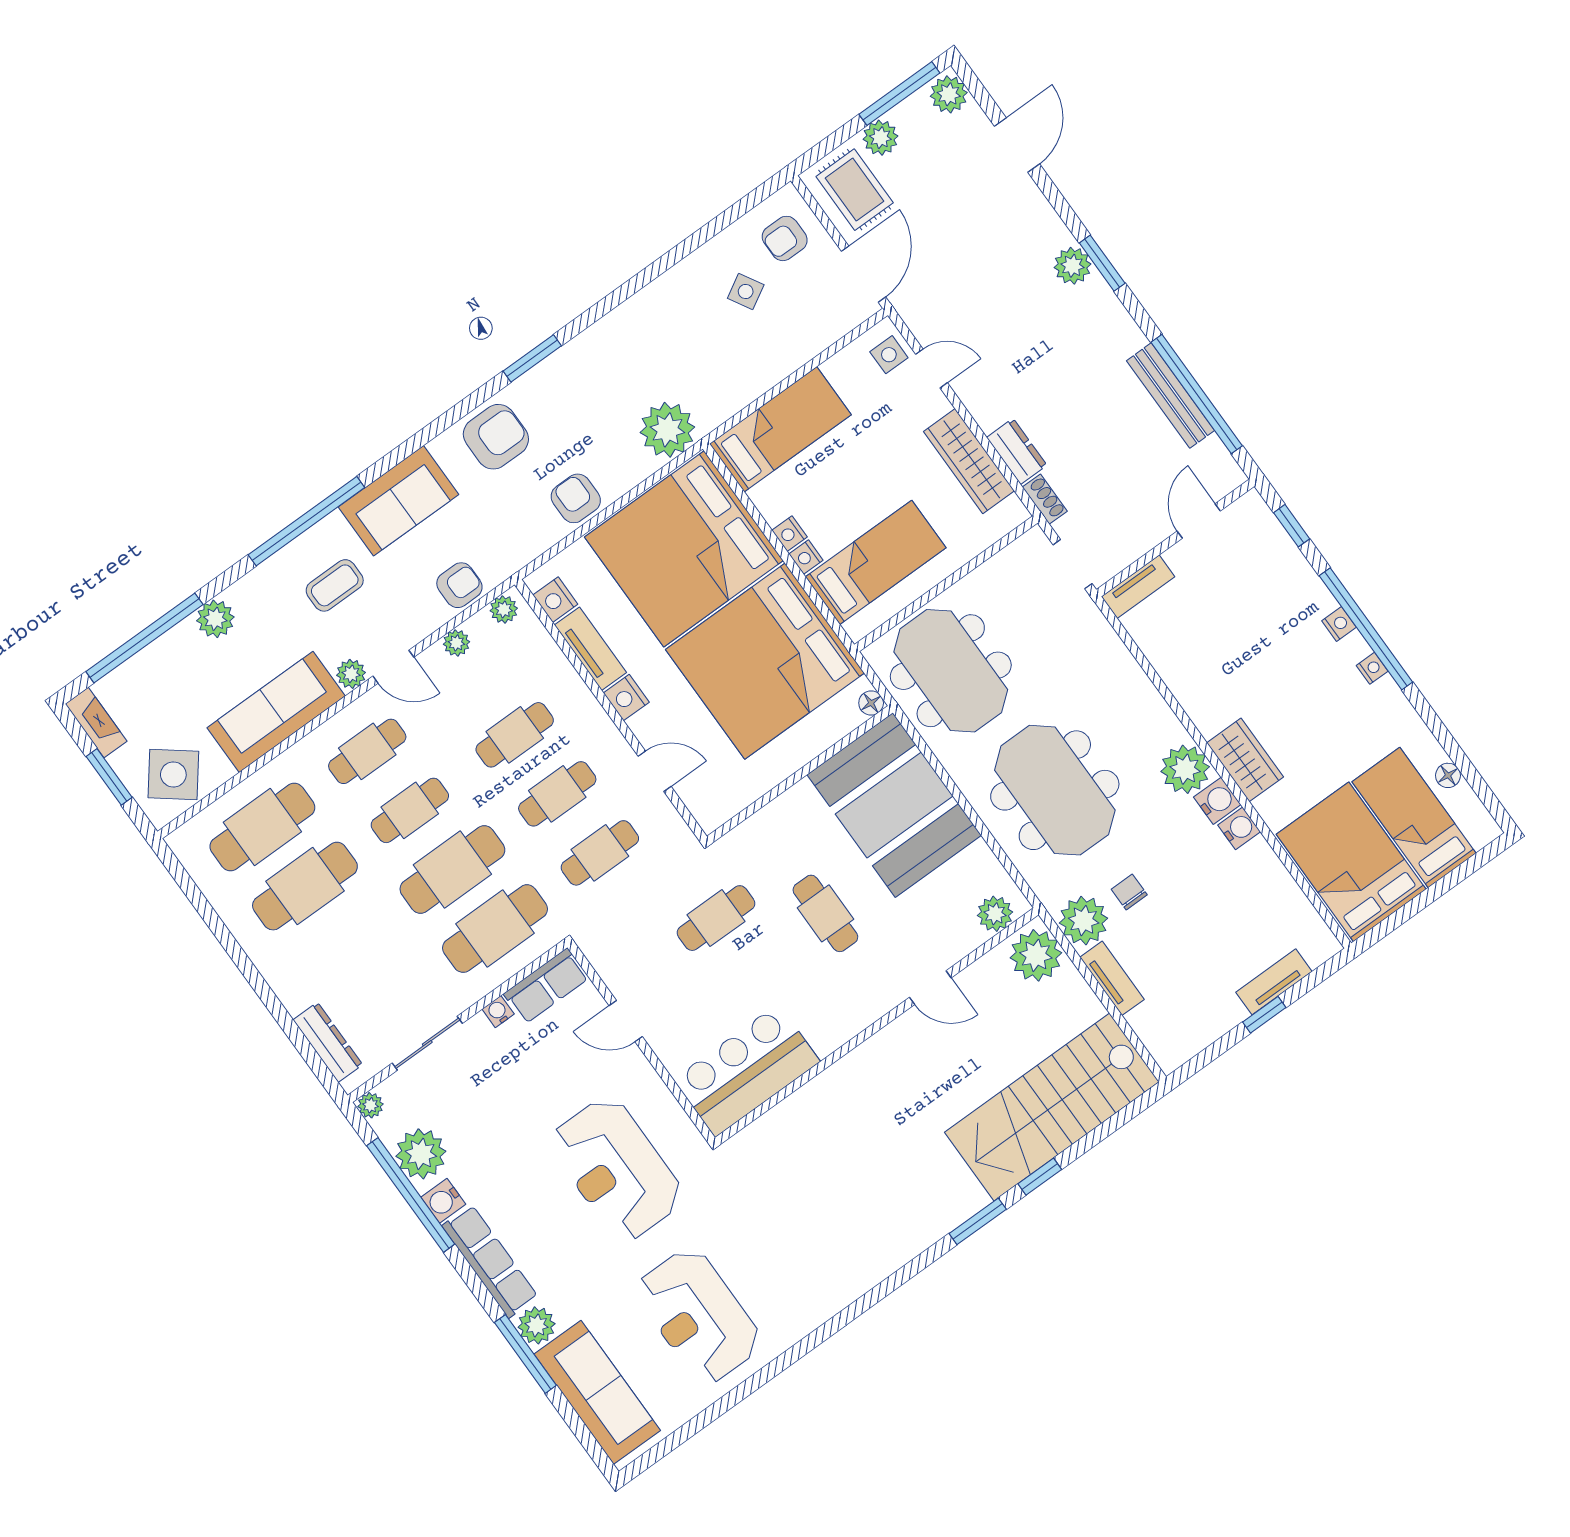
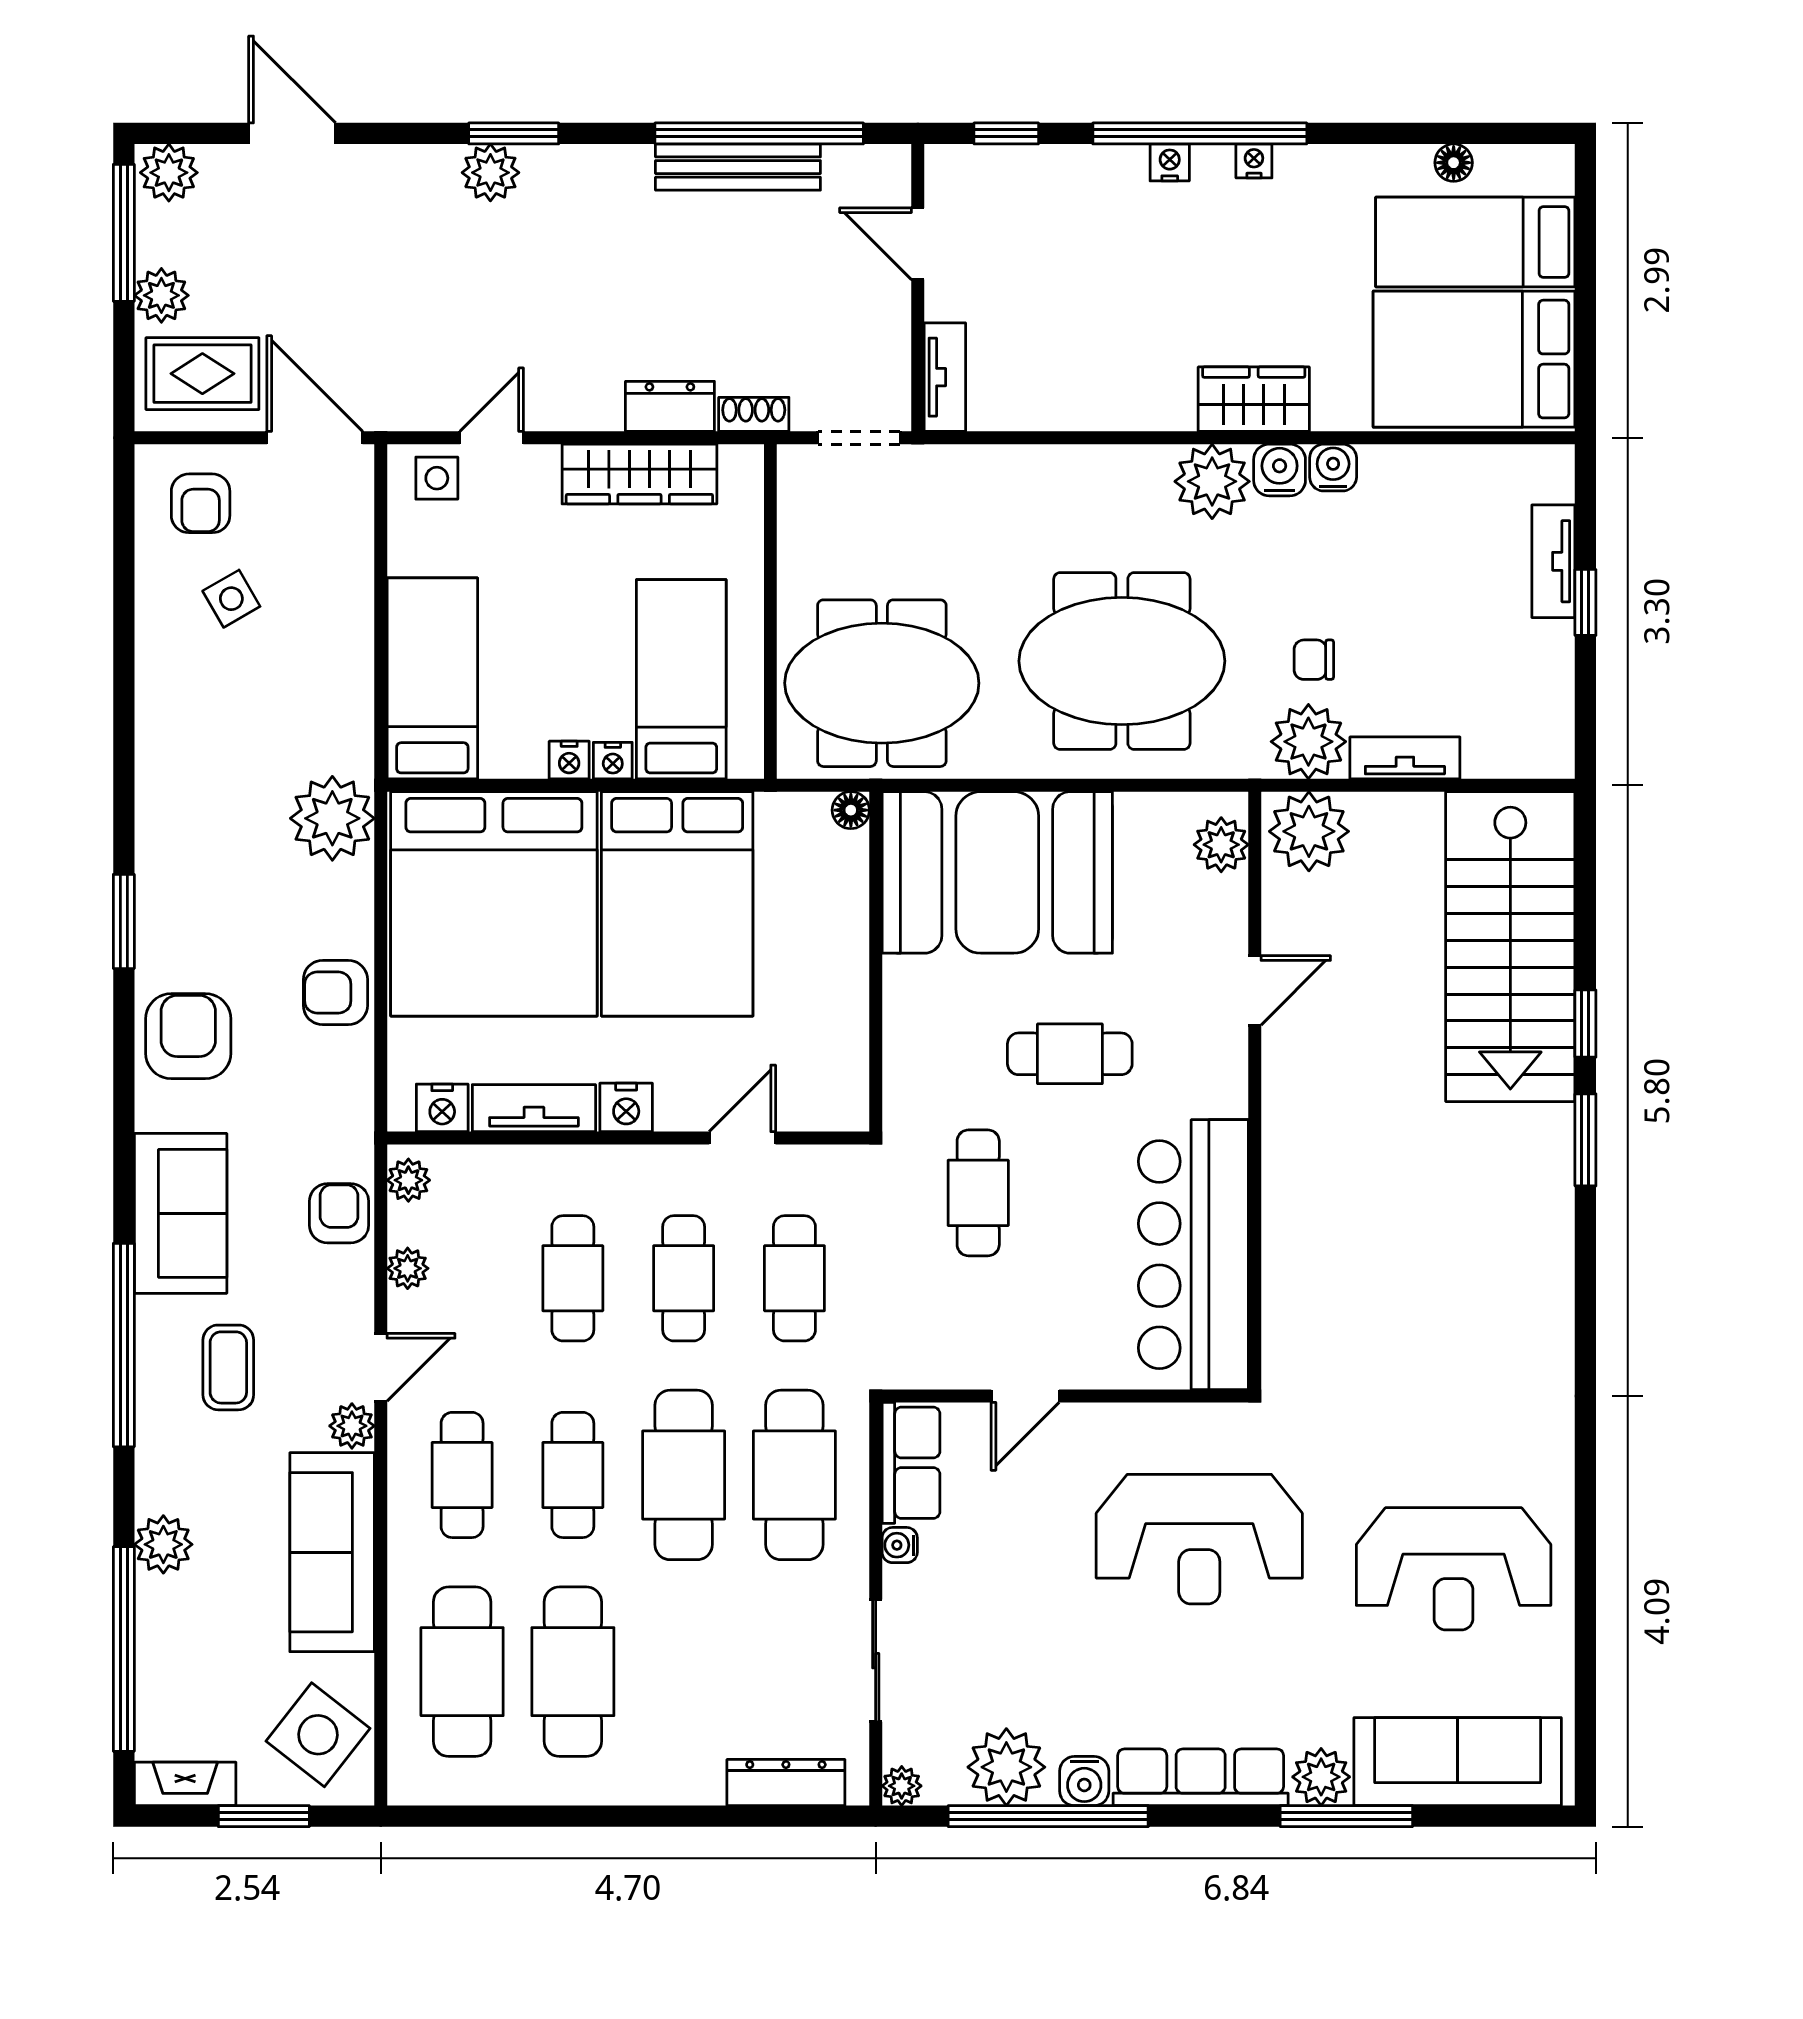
bed: (765, 661) -> (677, 904), width x0.73
bar counter: (747, 1070) -> (1193, 1255), width x1.36

